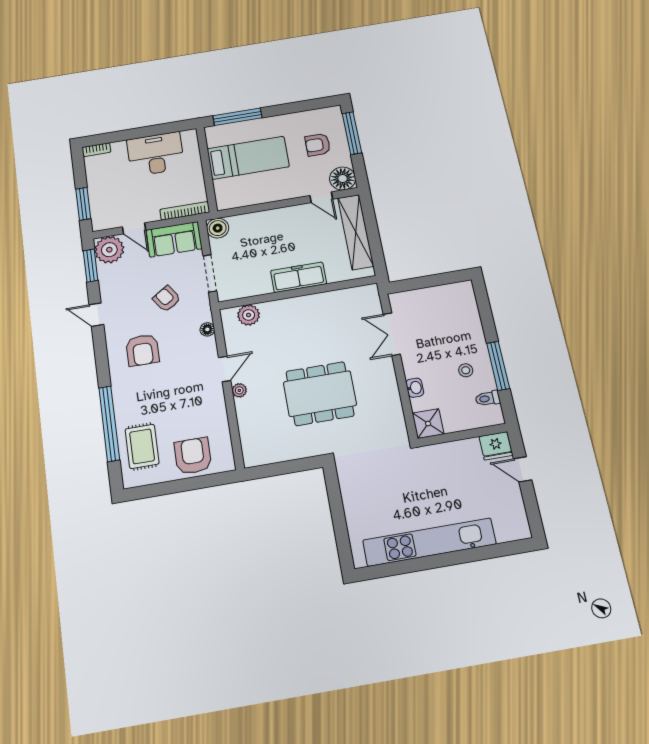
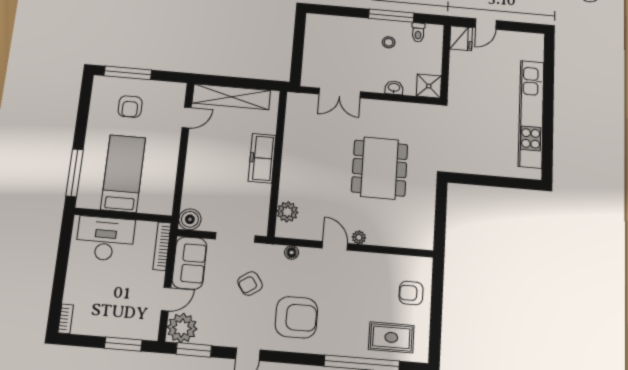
desk: (156, 154) -> (105, 239), moved, turned 90
floor lamp: (343, 179) -> (173, 94), removed
armchair: (142, 350) -> (296, 317), width x1.36, depth x1.36
armchair: (193, 456) -> (411, 293), width x0.72, depth x0.72

